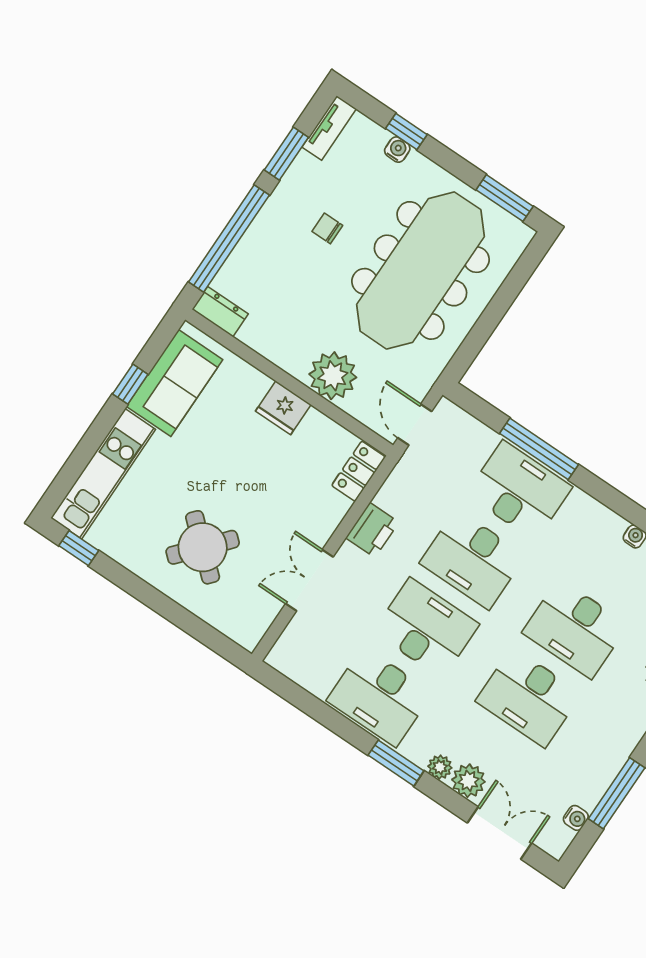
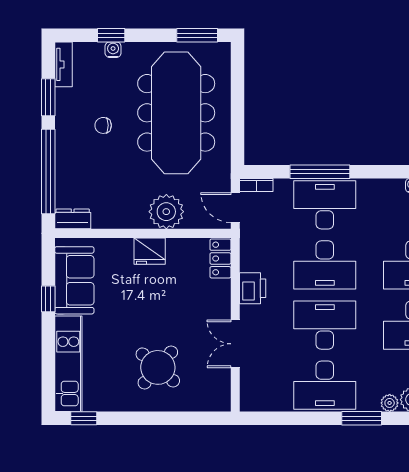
bookcase: (456, 415) -> (256, 185), added

